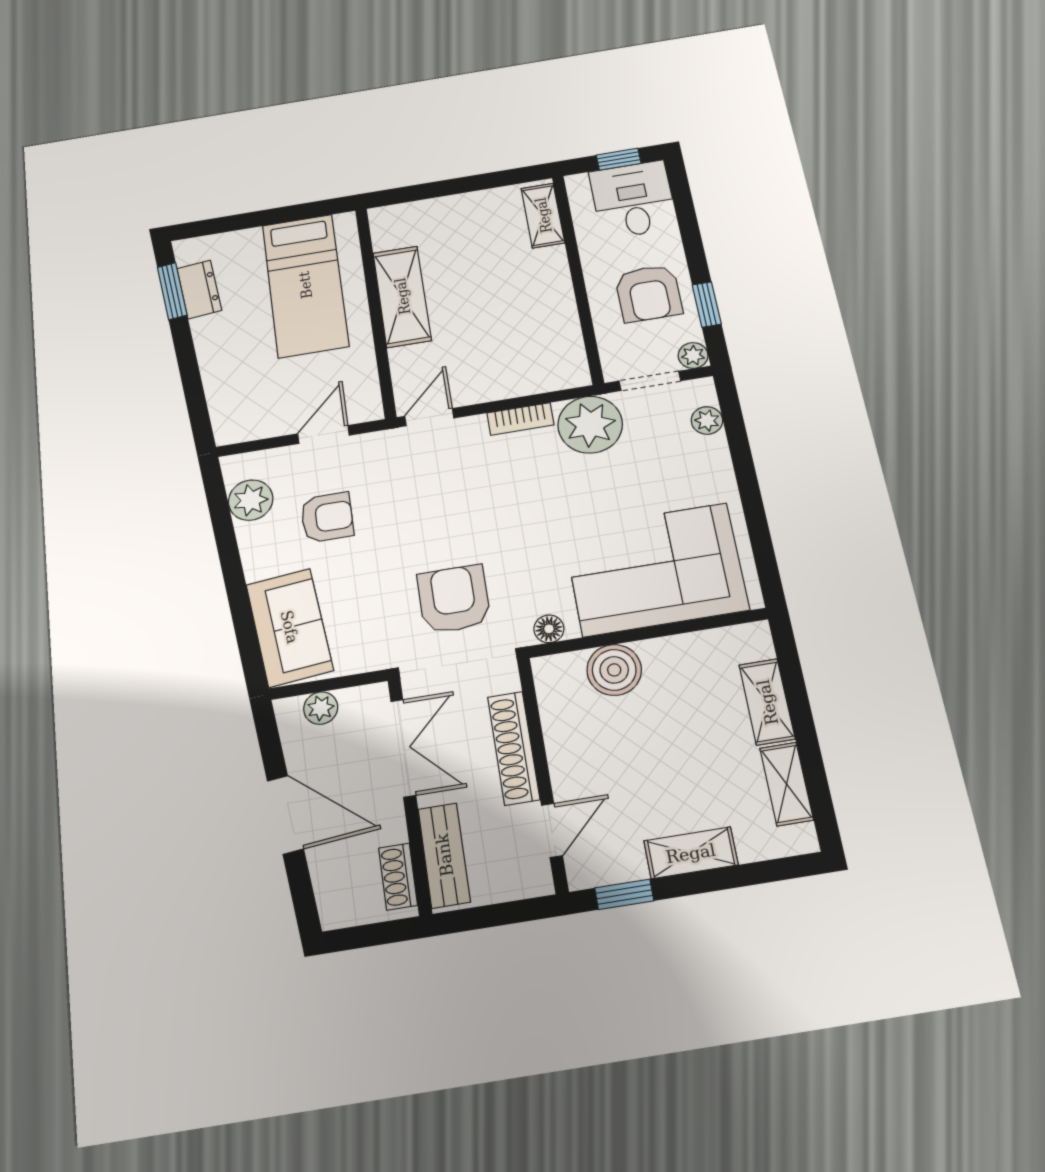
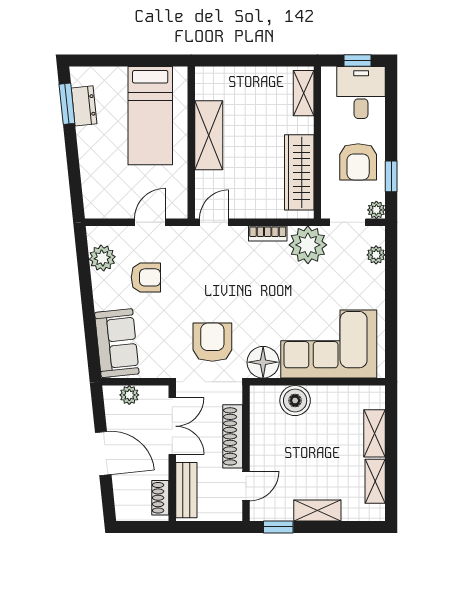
wardrobe: (556, 324) -> (299, 172), added
floor lamp: (549, 629) -> (263, 362), width x1.89, depth x1.89

